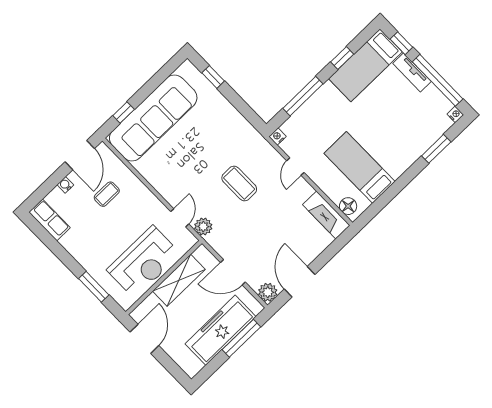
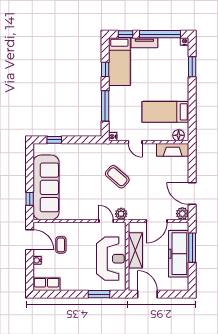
coffee table: (239, 184) -> (117, 177), turned 41

